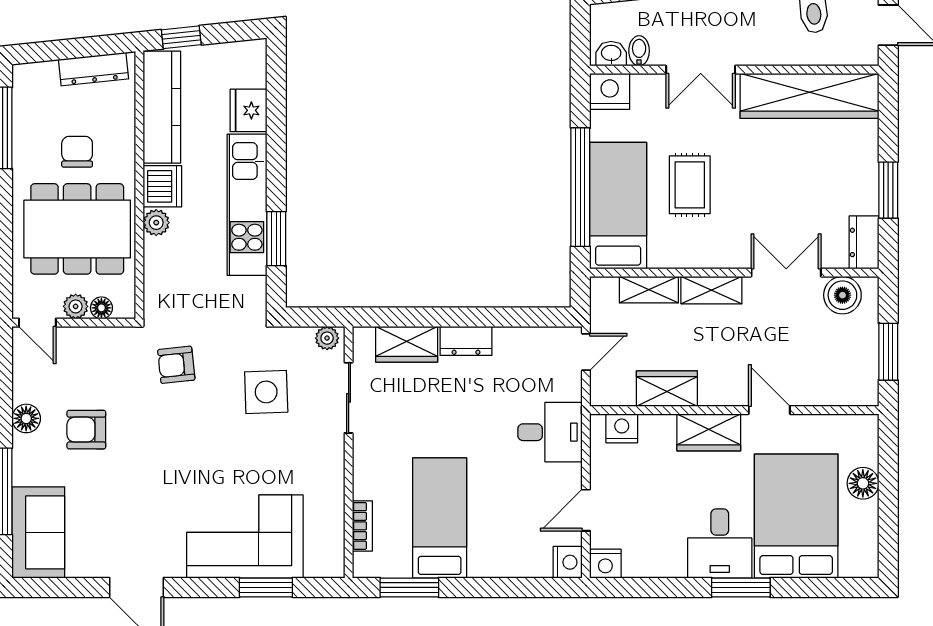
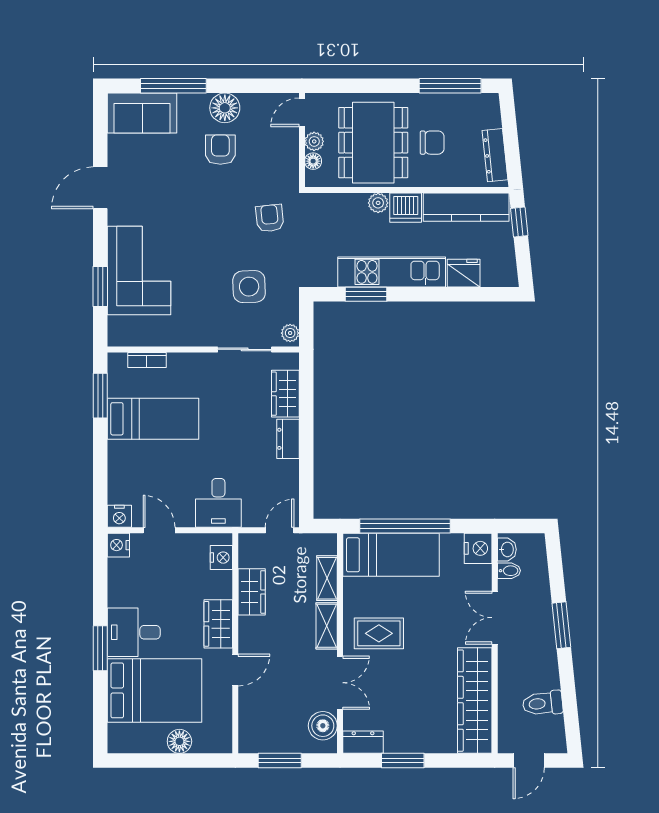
rug: (690, 185) -> (379, 633), moved
door: (586, 352) -> (280, 530), swing flipped
floor lamp: (26, 418) -> (225, 108), width x1.38, depth x1.38

